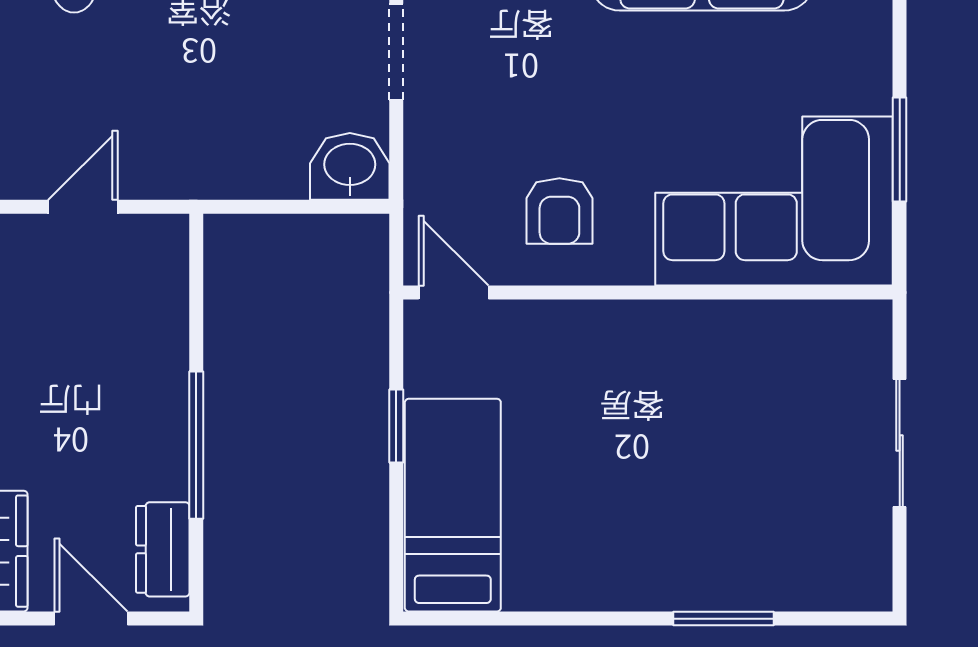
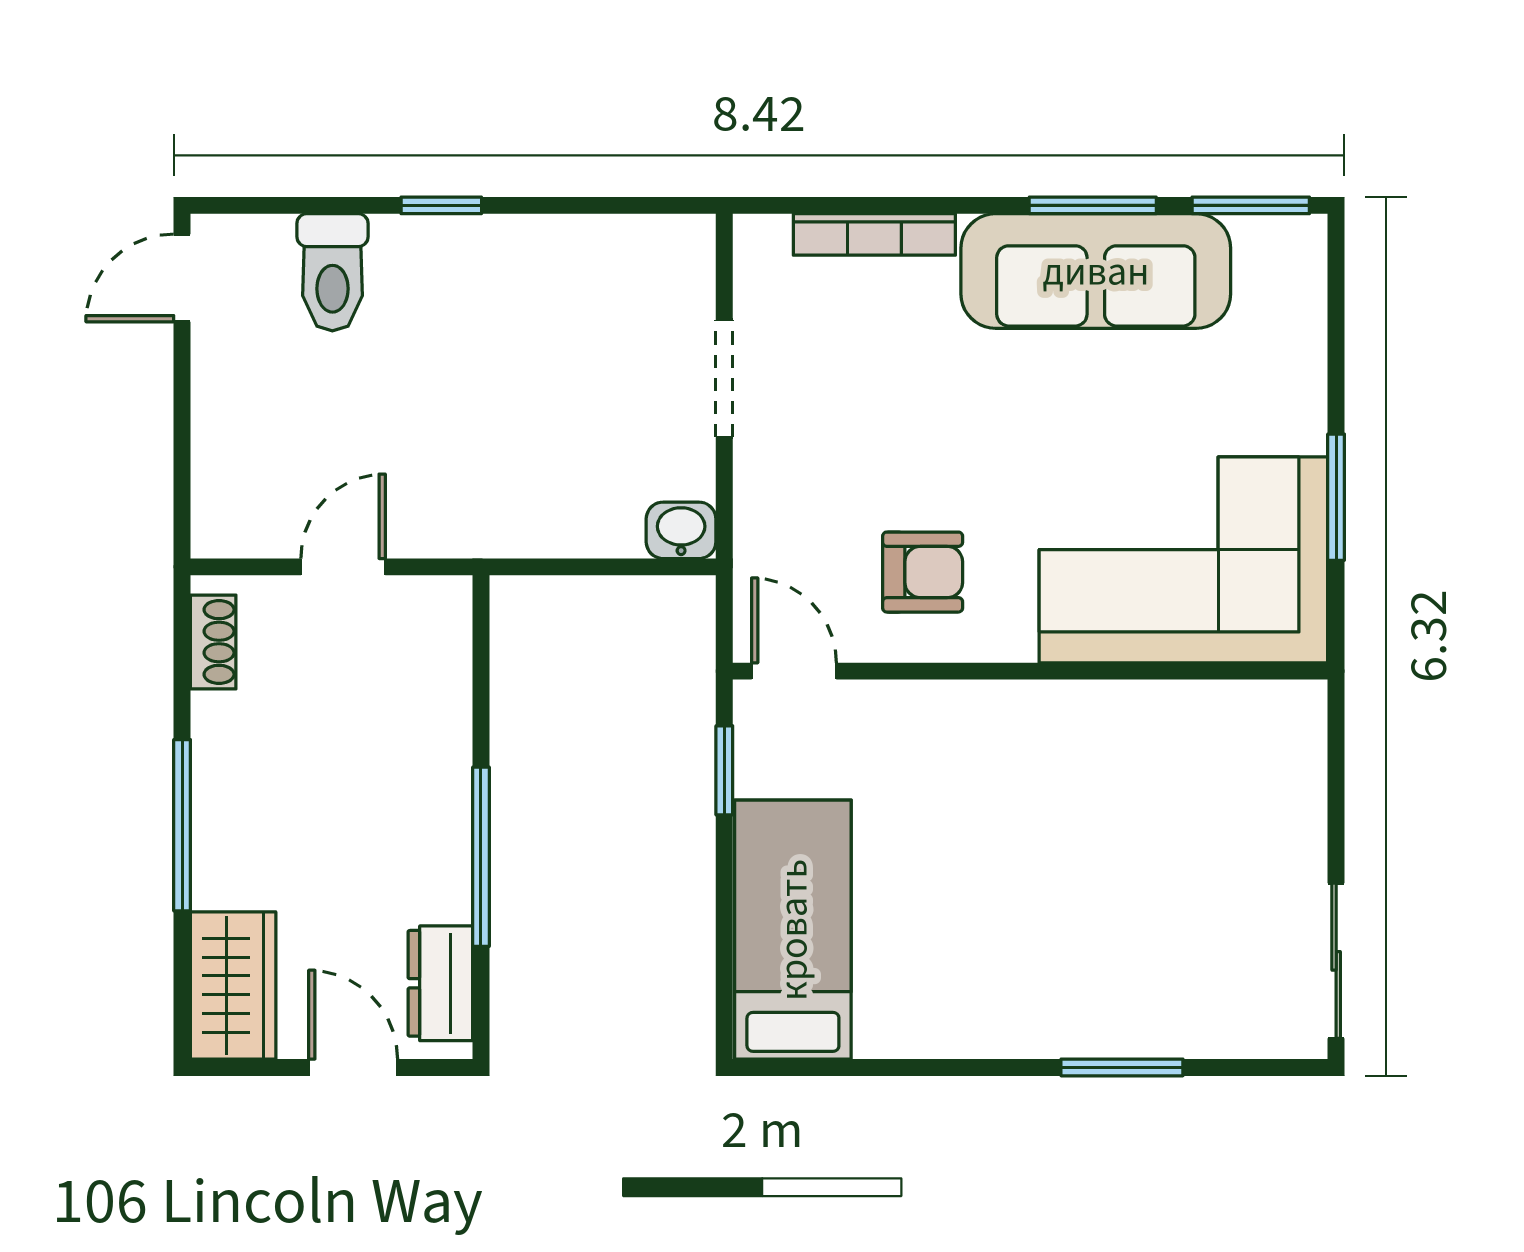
washbasin: (350, 166) -> (681, 530), width x0.72, depth x0.69
armchair: (559, 211) -> (923, 572), turned -90
window: (396, 426) -> (724, 770), moved
sliding door: (900, 443) -> (1336, 961), moved

